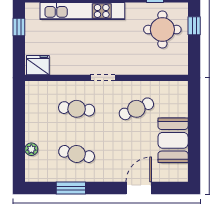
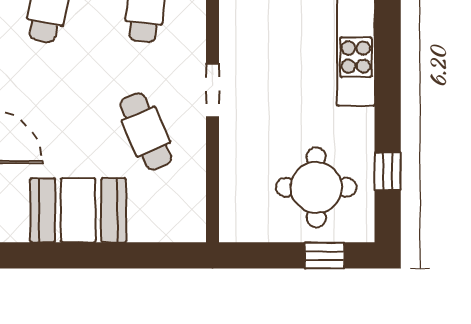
doorway: (103, 78) -> (212, 90), moved

